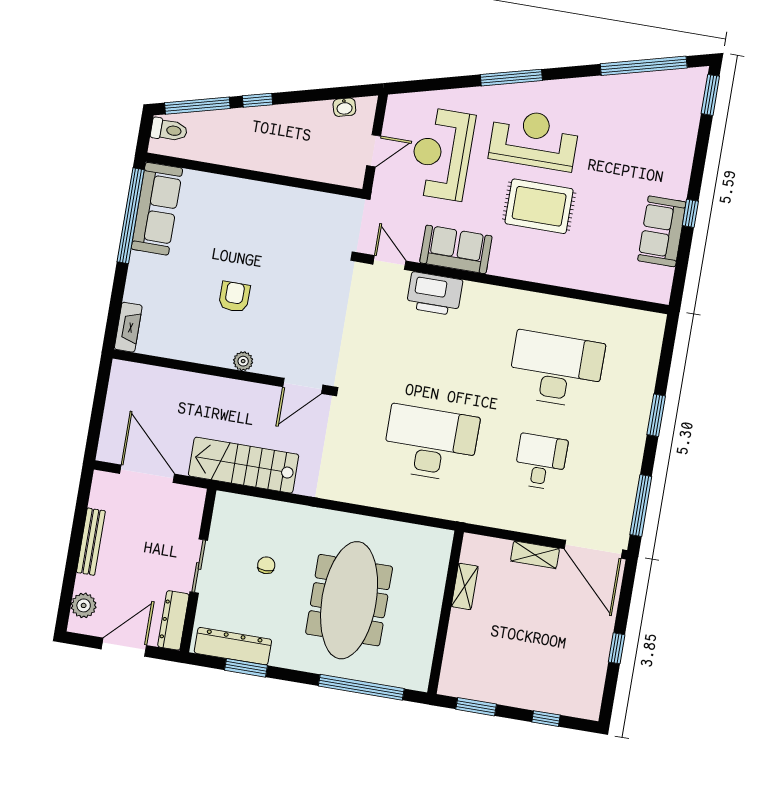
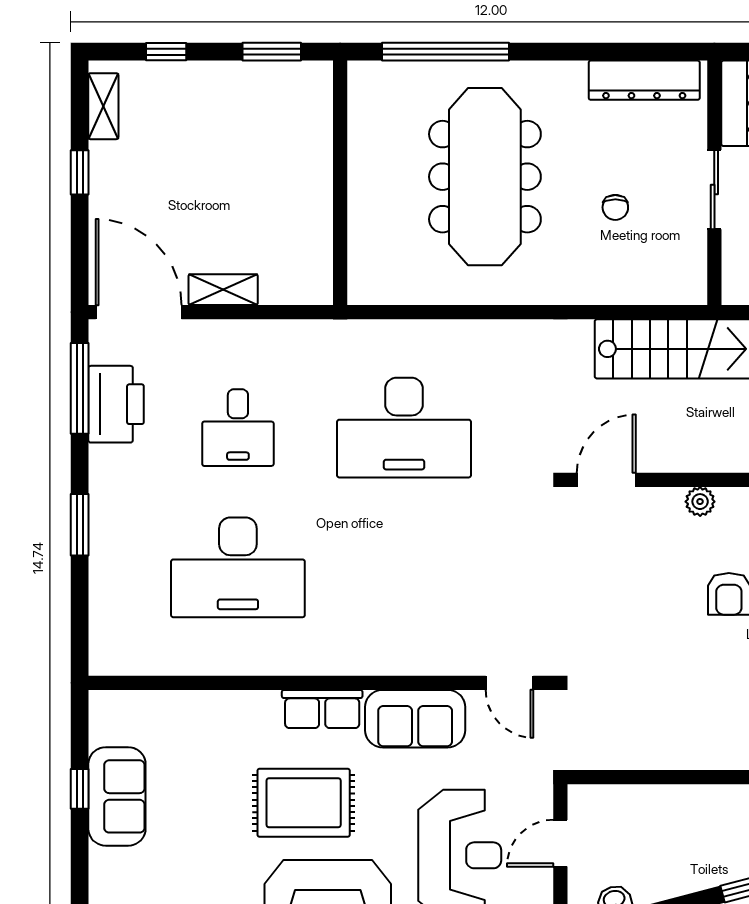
window: (690, 213) -> (80, 789), moved
row of seats: (516, 266) -> (322, 709), added
printer: (435, 294) -> (116, 404), moved, turned 90
shelving: (465, 586) -> (103, 106), moved
window: (246, 668) -> (620, 52), removed

